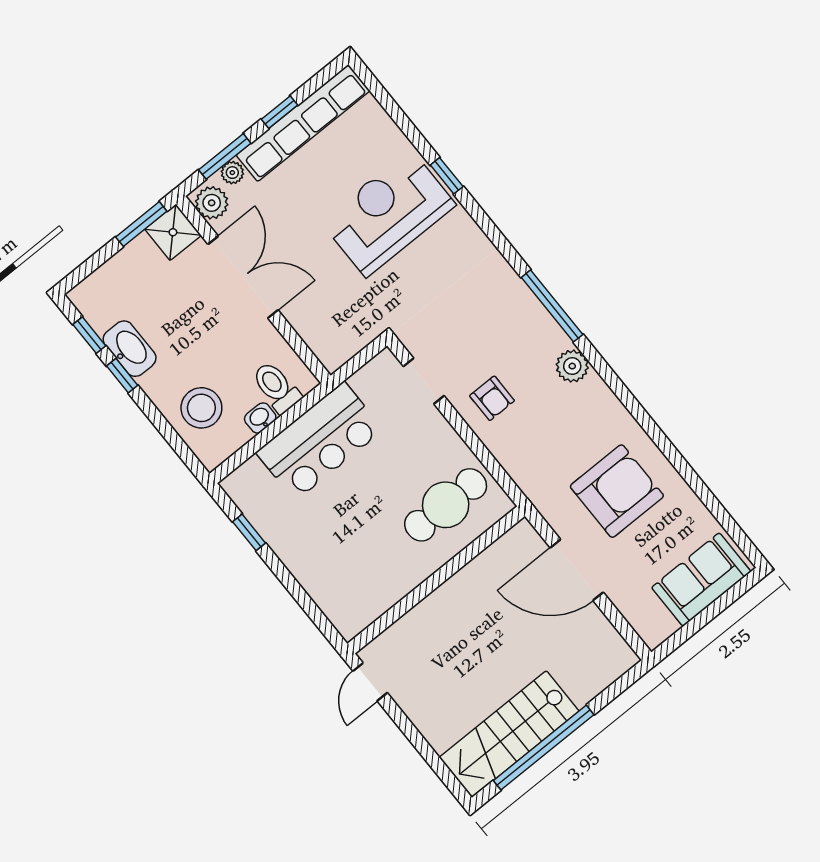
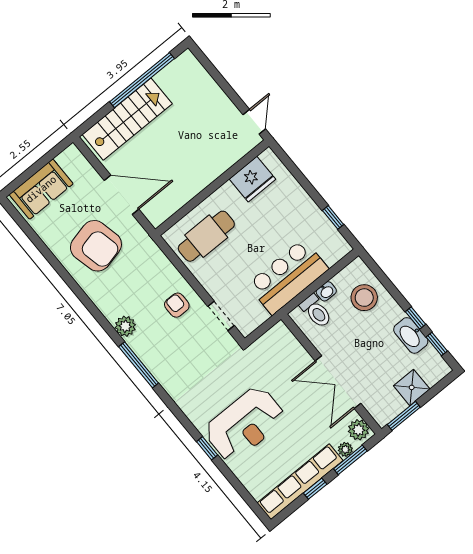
shower: (173, 232) -> (412, 387), moved
armchair: (617, 491) -> (96, 246), turned -103
fridge: (373, 593) -> (252, 179), added
stairs: (509, 734) -> (127, 119), moved

